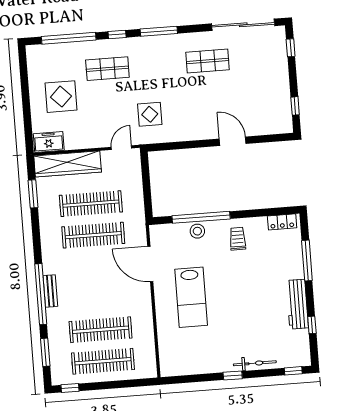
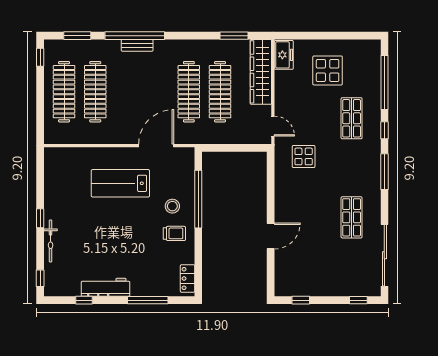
stool: (197, 231) -> (172, 206), moved

